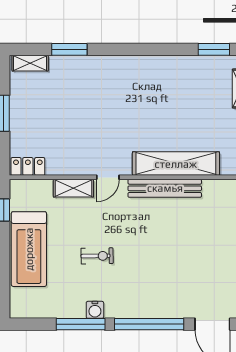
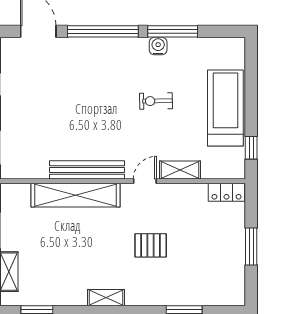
shelving: (30, 63) -> (106, 298), moved
pallet: (102, 114) -> (151, 245), added

